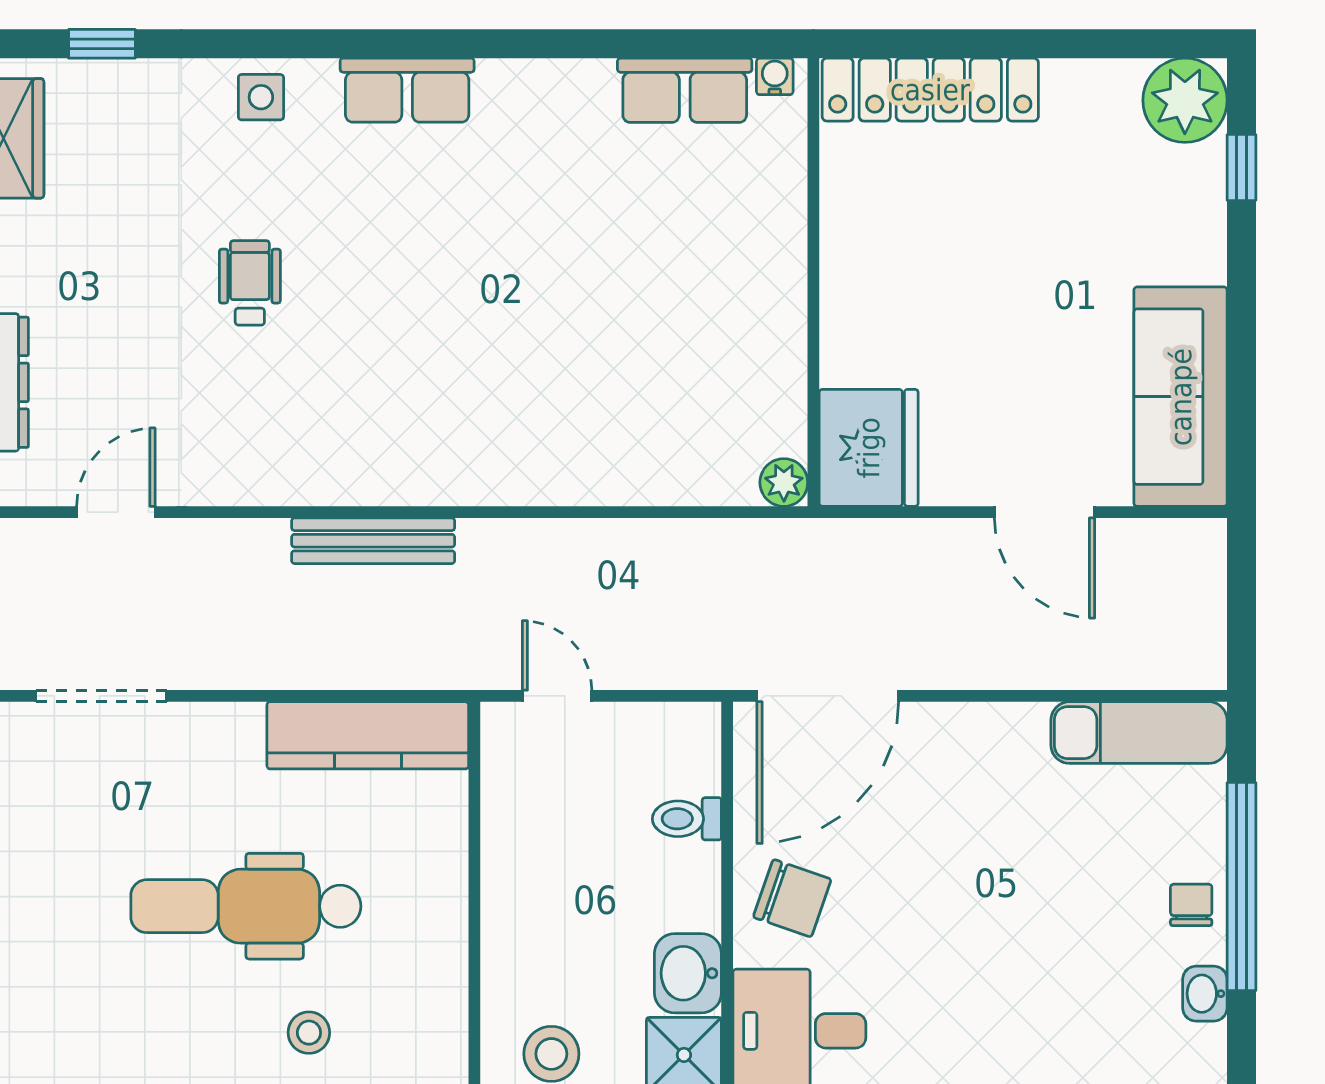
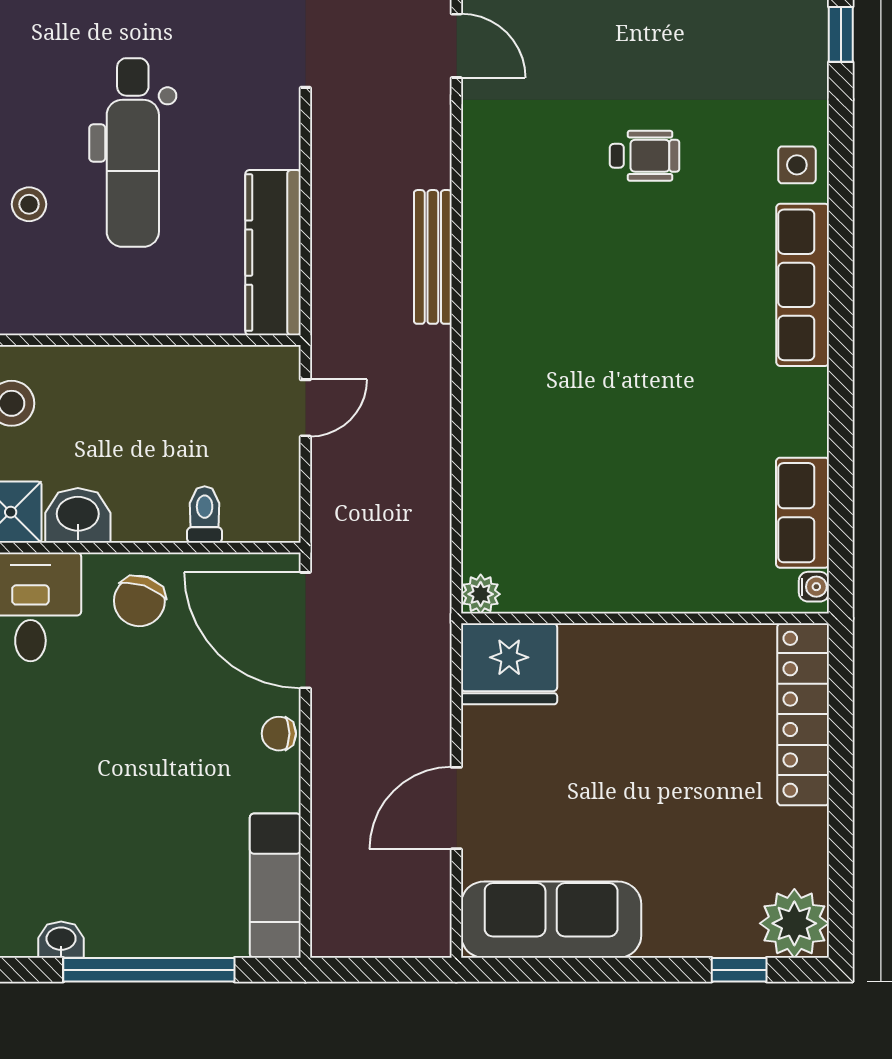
row of seats: (407, 90) -> (803, 285), width x1.48
chair: (1191, 905) -> (279, 734), moved, turned 180
dental chair: (246, 906) -> (133, 152), turned 180

